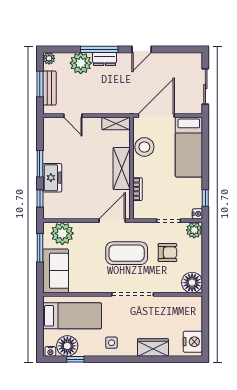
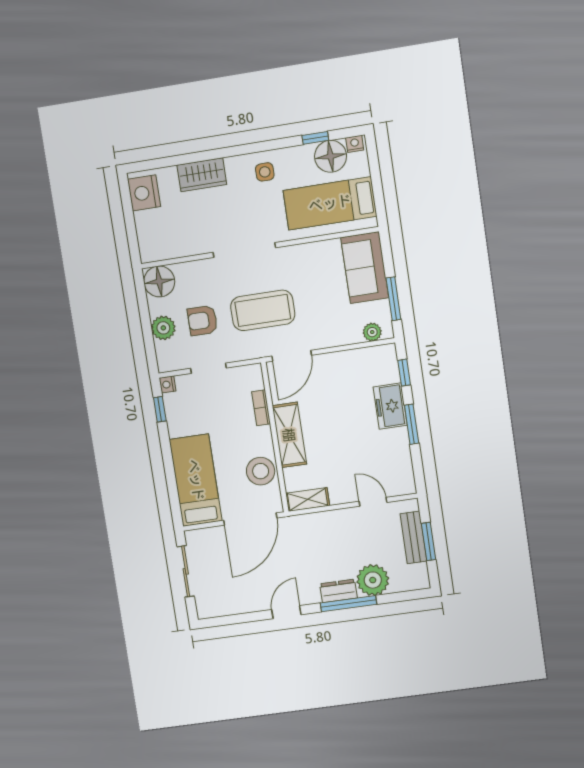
plant: (49, 58) -> (421, 581), removed
plant: (194, 230) -> (163, 328), moved
plant: (62, 233) -> (372, 332), width x0.53, depth x0.53

